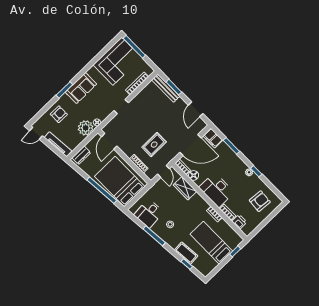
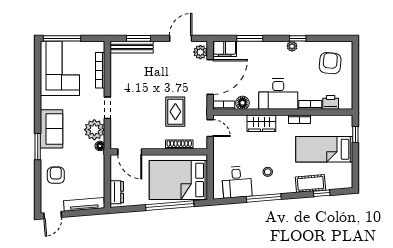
door: (196, 109) -> (181, 38), swing flipped
plant: (199, 127) -> (200, 52), added
plant: (86, 128) -> (94, 130), moved
wardrobe: (185, 188) -> (261, 123), moved

